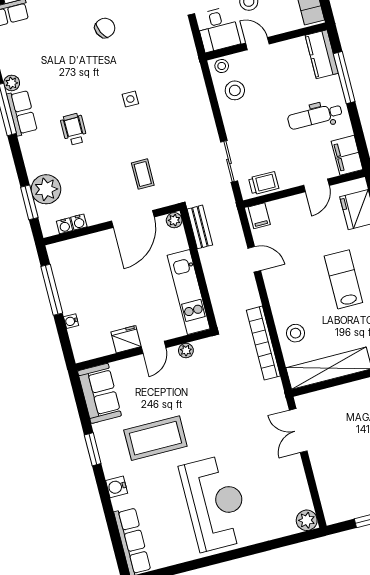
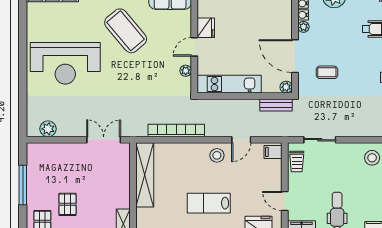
plant: (94, 218) -> (303, 27), added
lab bench: (343, 279) -> (209, 203), turned 180
stool: (296, 333) -> (217, 155), moved
door: (154, 347) -> (194, 47), hinge flipped
coffee table: (155, 438) -> (126, 31), turned -40
plant: (307, 520) -> (48, 129), moved

